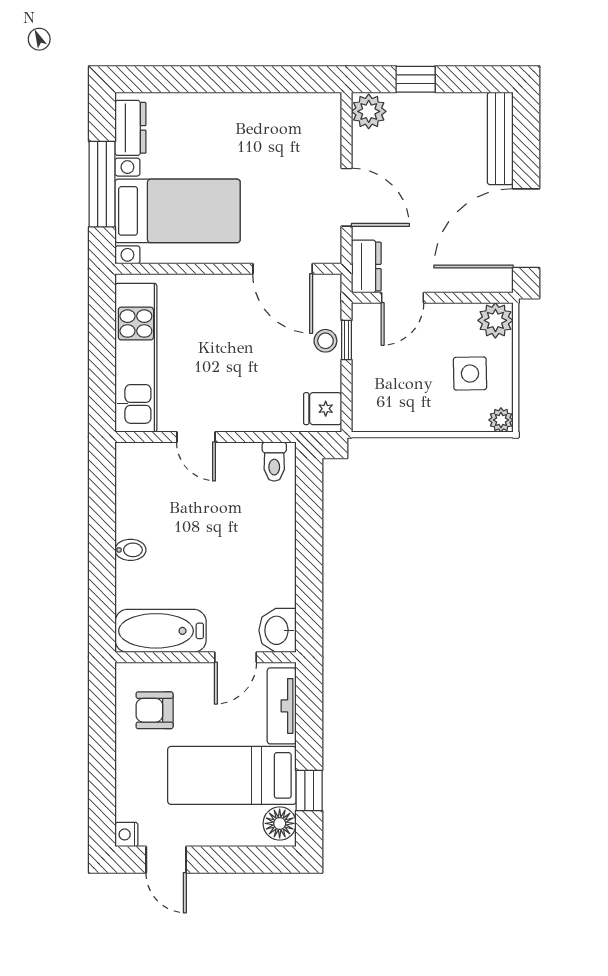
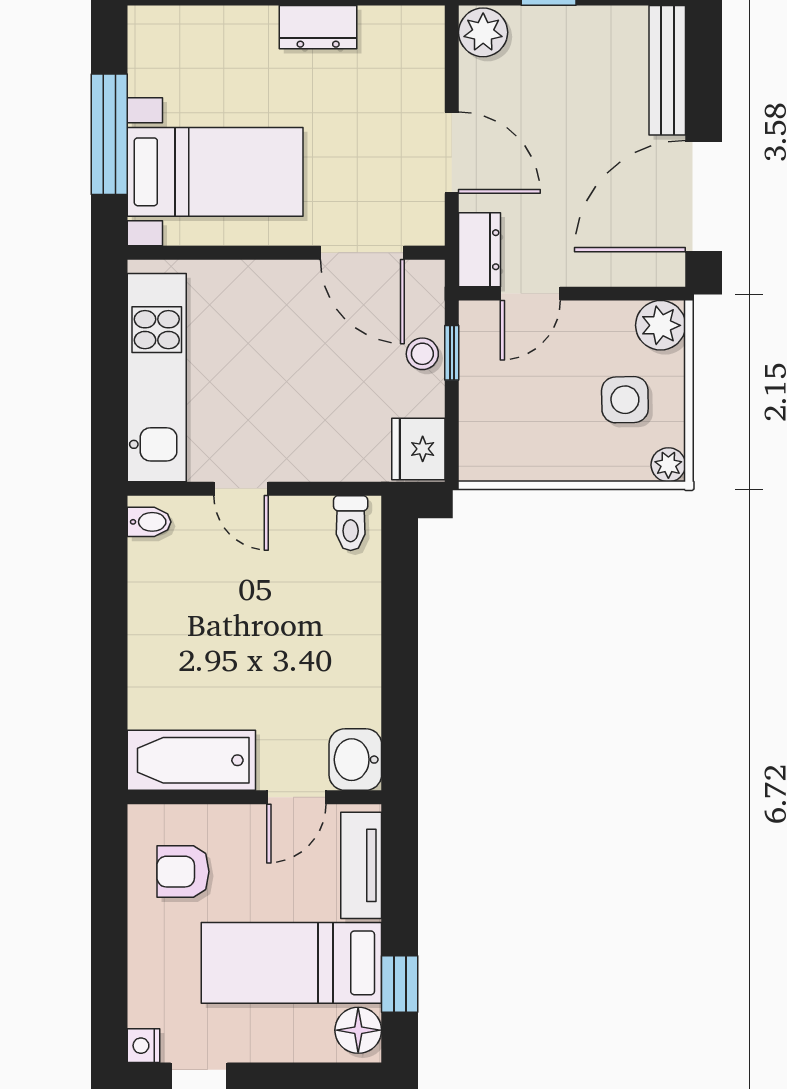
dresser: (130, 128) -> (318, 27), moved, turned 90
fridge: (323, 409) -> (418, 449), width x1.38
bidet: (130, 550) -> (149, 522), moved

